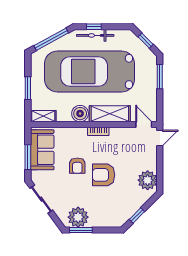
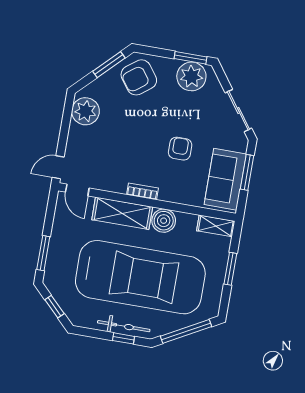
armchair: (104, 175) -> (139, 77), moved, turned 143
window: (137, 215) -> (109, 65), width x1.50

